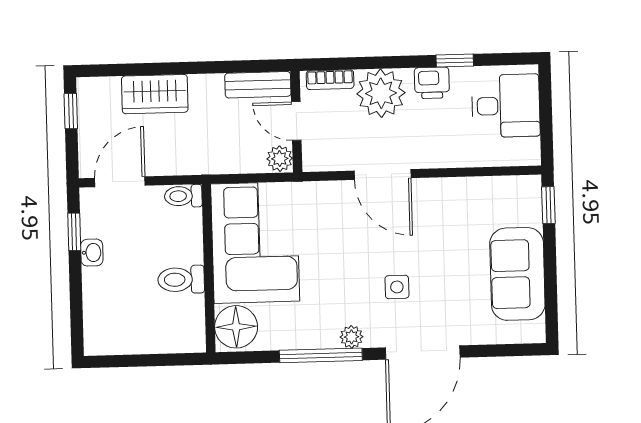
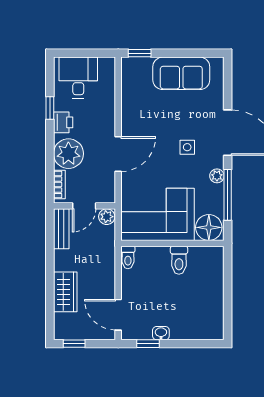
toilet: (183, 196) -> (128, 257), moved
corner sofa: (255, 243) -> (158, 214), moved
wall: (208, 268) -> (172, 243), moved
toilet: (181, 280) -> (179, 260), moved
floor lamp: (236, 327) -> (209, 227), moved

